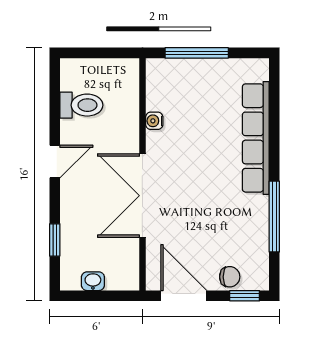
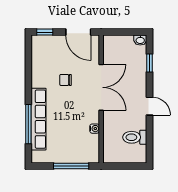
door: (55, 162) -> (149, 106), swing flipped
window: (274, 217) -> (28, 124), moved
chair: (230, 277) -> (66, 80), moved
washbasin: (93, 281) -> (140, 40), moved

